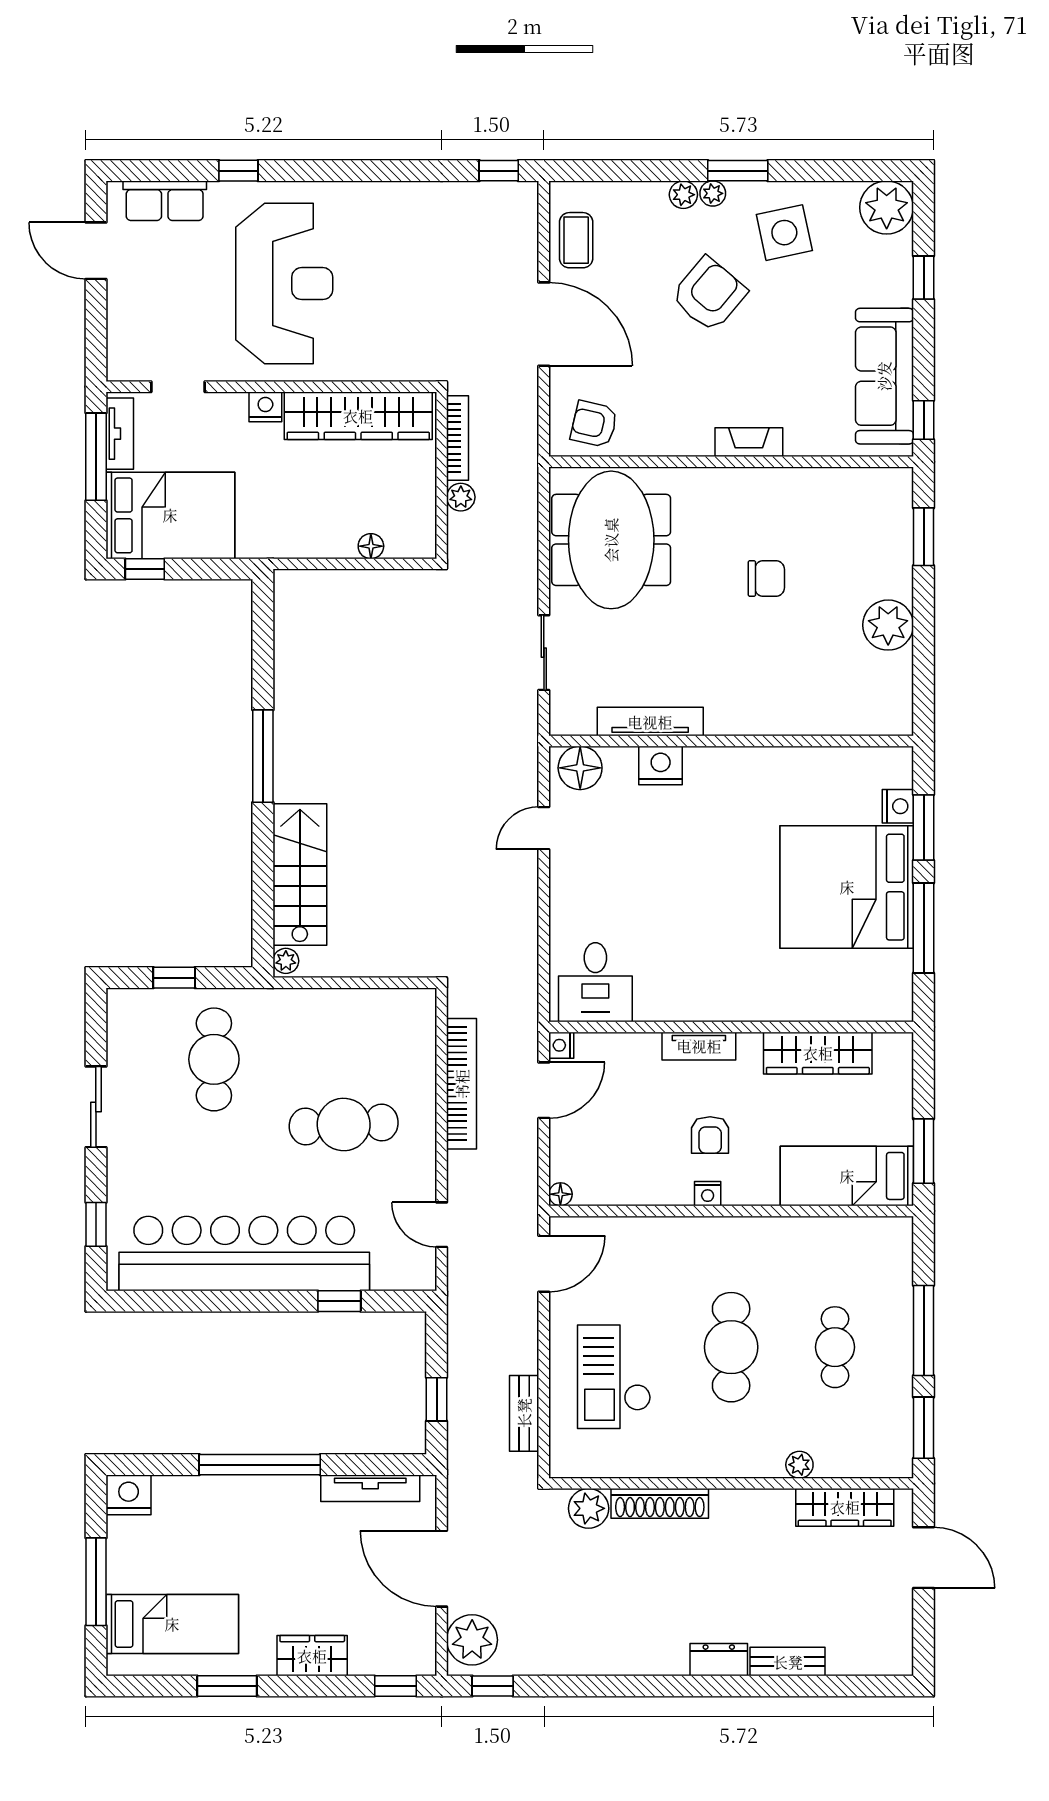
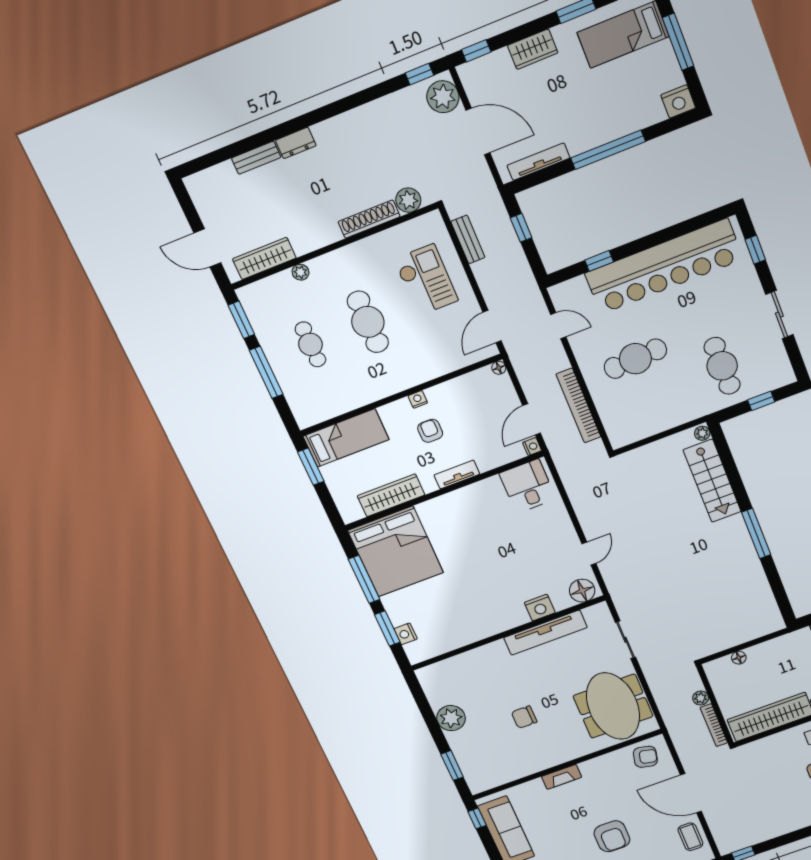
armchair: (709, 294) -> (612, 836), turned -40
tv unit: (650, 722) -> (545, 633), width x1.36, depth x1.29
bed: (847, 887) -> (396, 552), moved, turned 90

